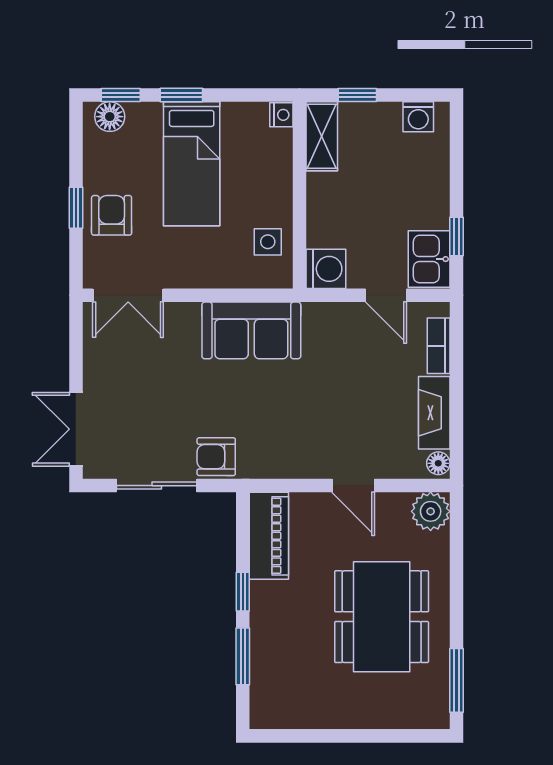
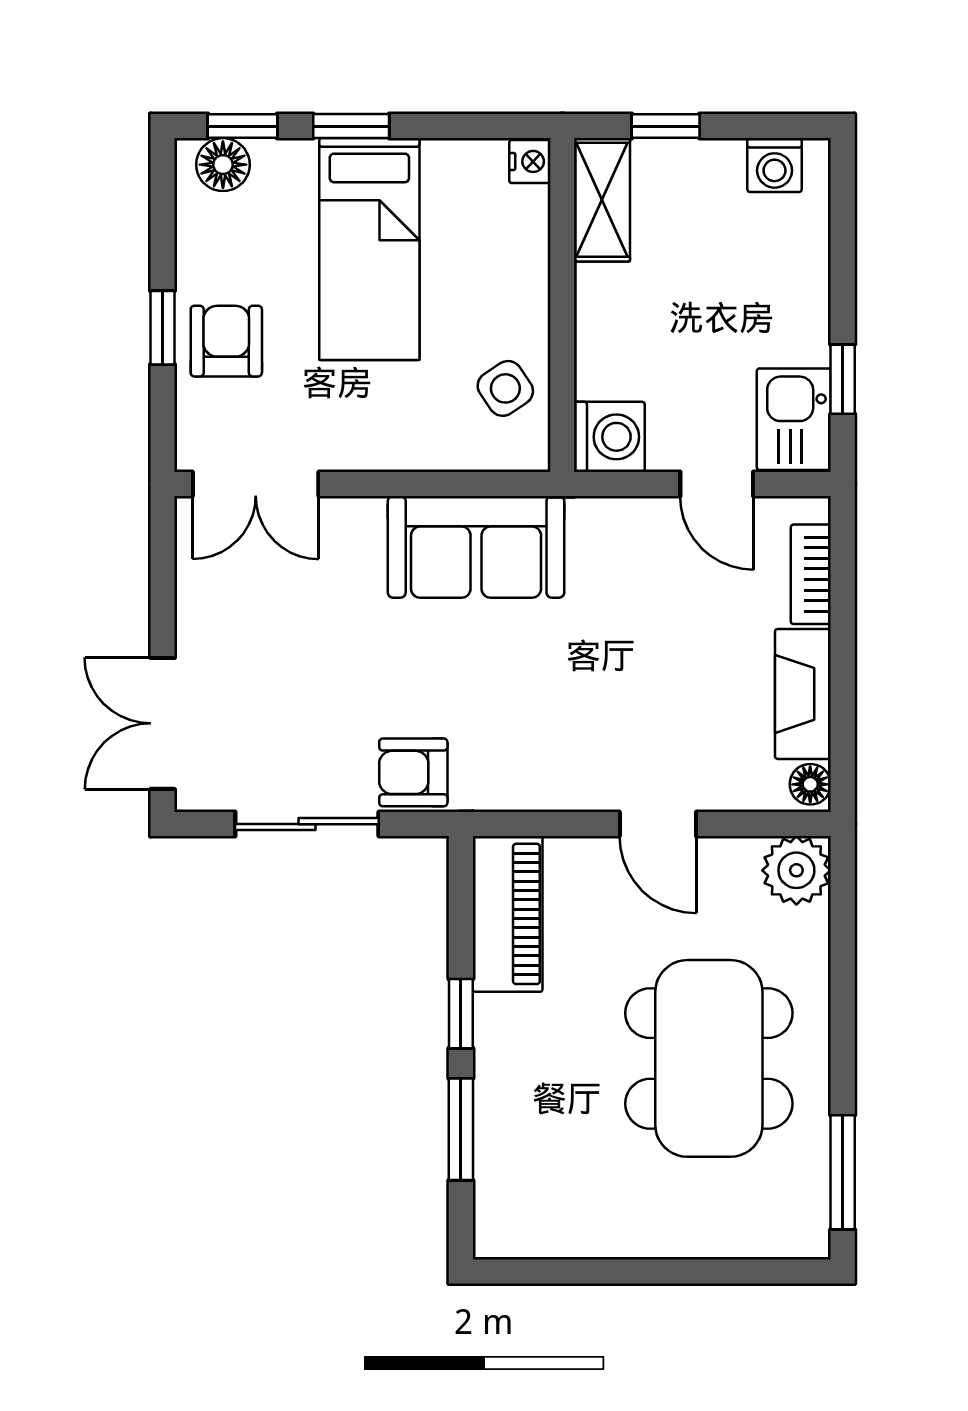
side table: (268, 242) -> (505, 388), turned -34

